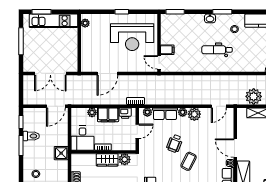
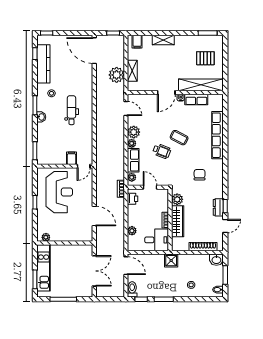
dental chair: (217, 50) -> (72, 110), turned 180
filing cabinet: (108, 115) -> (134, 215), removed
toilet: (31, 136) -> (132, 289), moved
wardrobe: (107, 160) -> (178, 221), width x1.50

